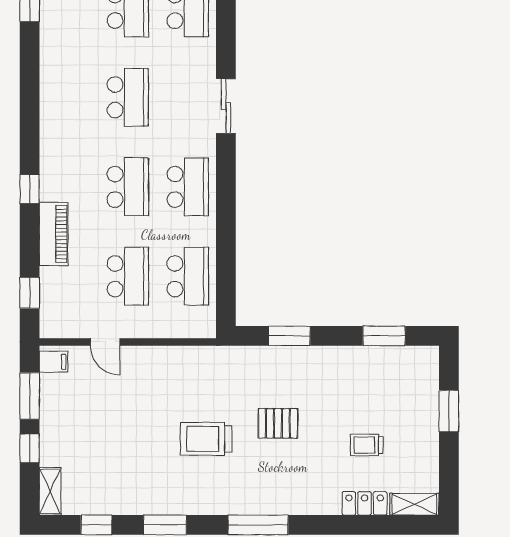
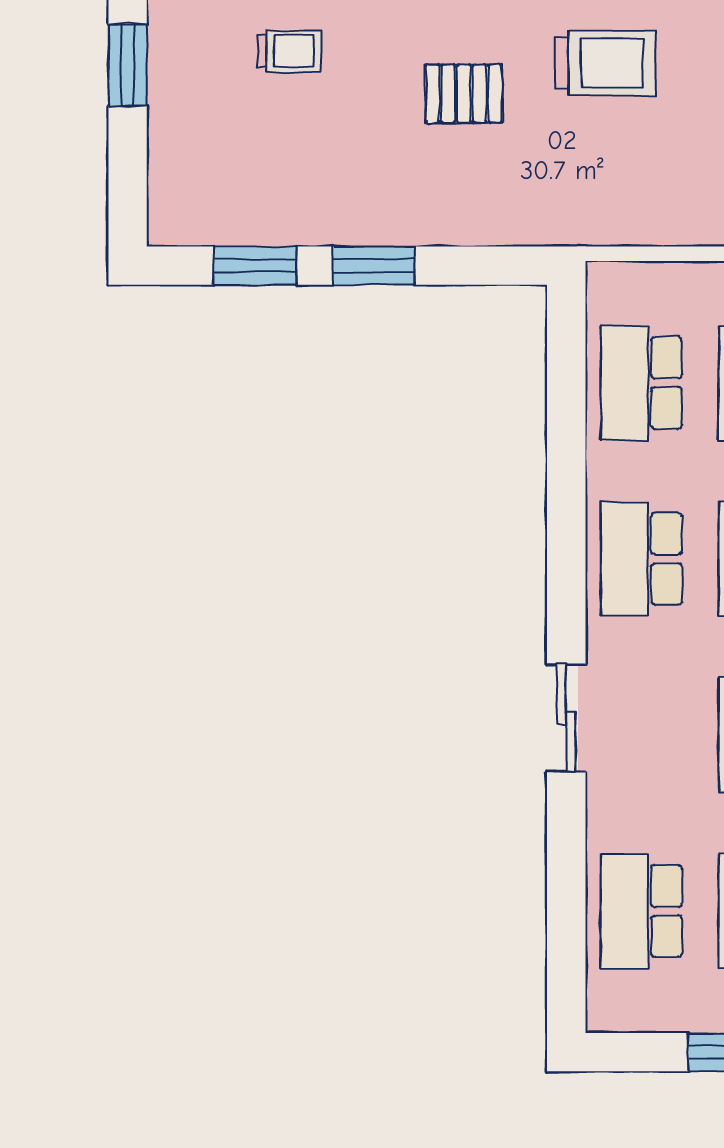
window: (289, 336) -> (374, 266), moved
window: (449, 411) -> (128, 65), moved

